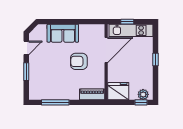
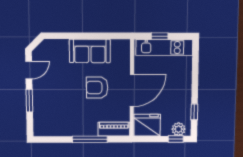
sofa: (63, 33) -> (90, 51), moved
door: (106, 50) -> (132, 90), moved
window: (156, 59) -> (194, 112), moved
window: (55, 102) -> (90, 139), moved

